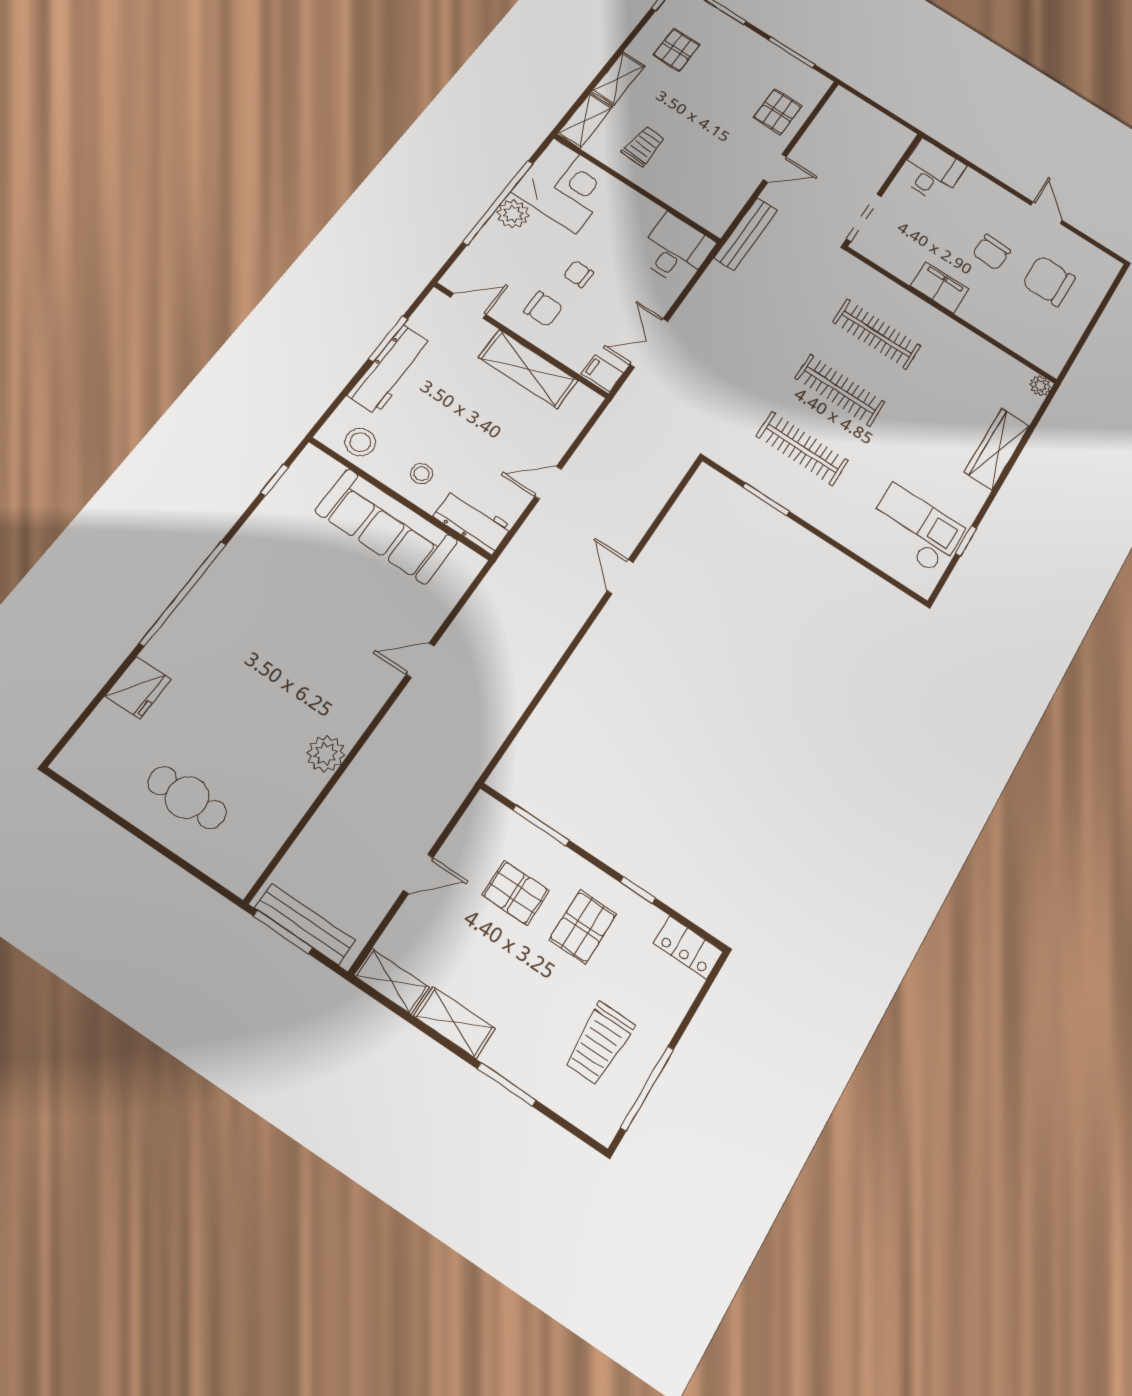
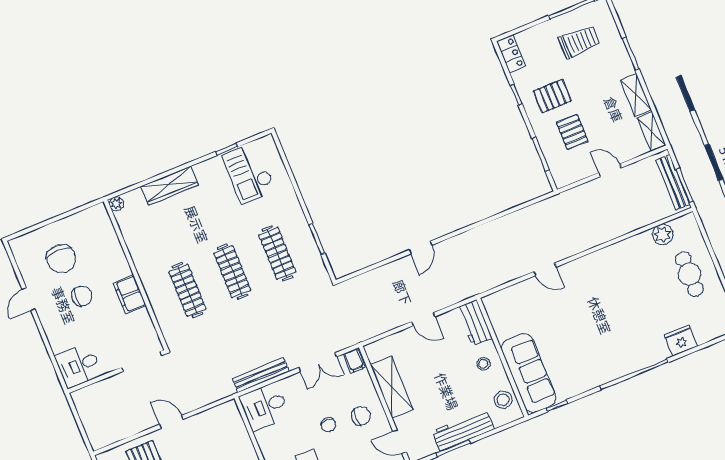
bench: (746, 234) -> (261, 375), moved
chair: (543, 309) -> (361, 416), turned 90
sofa: (386, 526) -> (529, 373), moved
plant: (326, 754) -> (663, 235), moved

